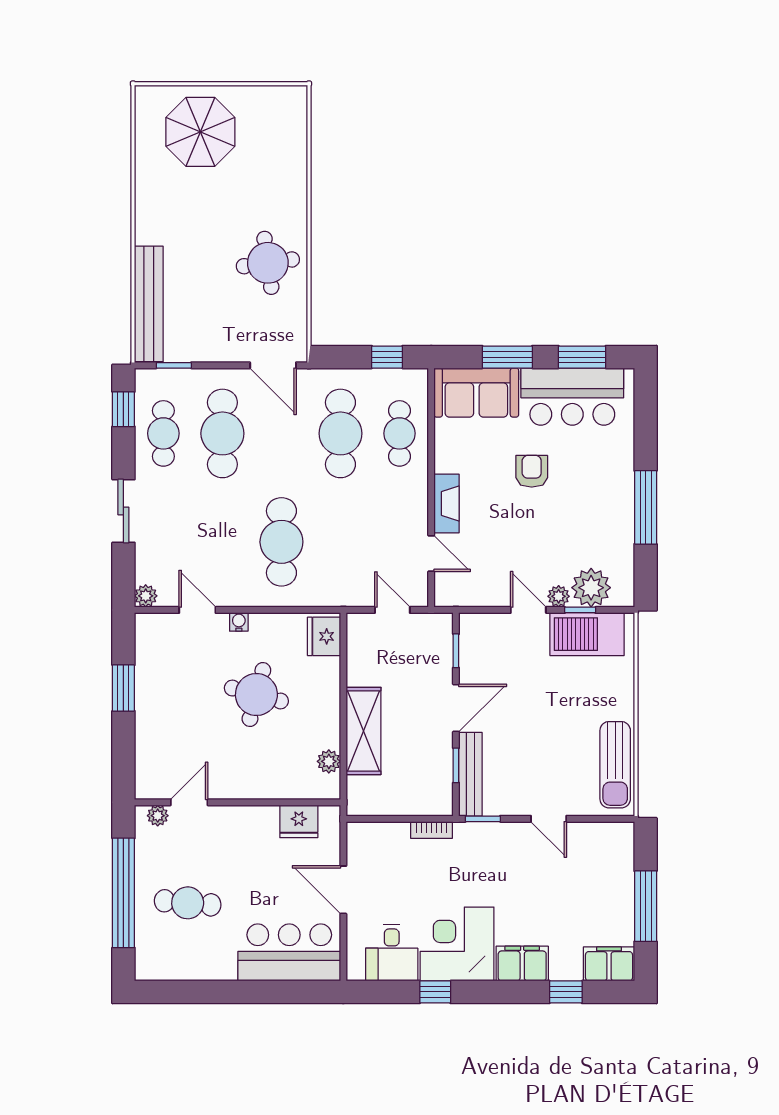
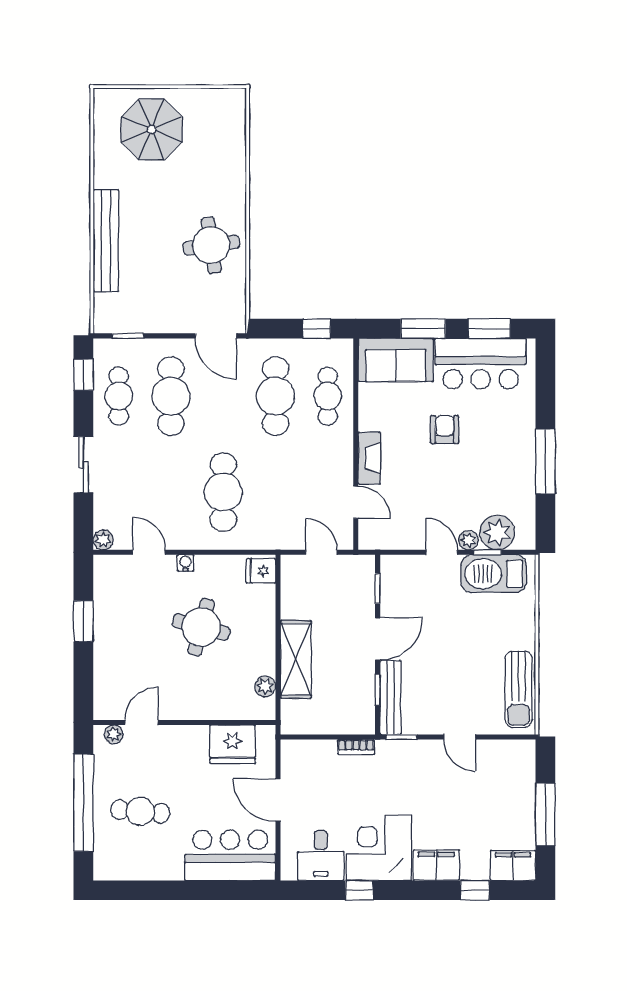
bench: (149, 304) -> (106, 241), moved
fridge: (324, 636) -> (261, 571), width x0.72
fridge: (299, 821) -> (233, 744), width x1.36, depth x1.34

